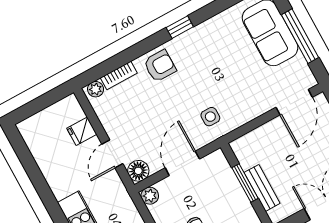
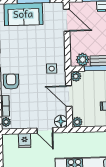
plant: (247, 156) -> (83, 60), added
plant: (217, 159) -> (76, 76), added

